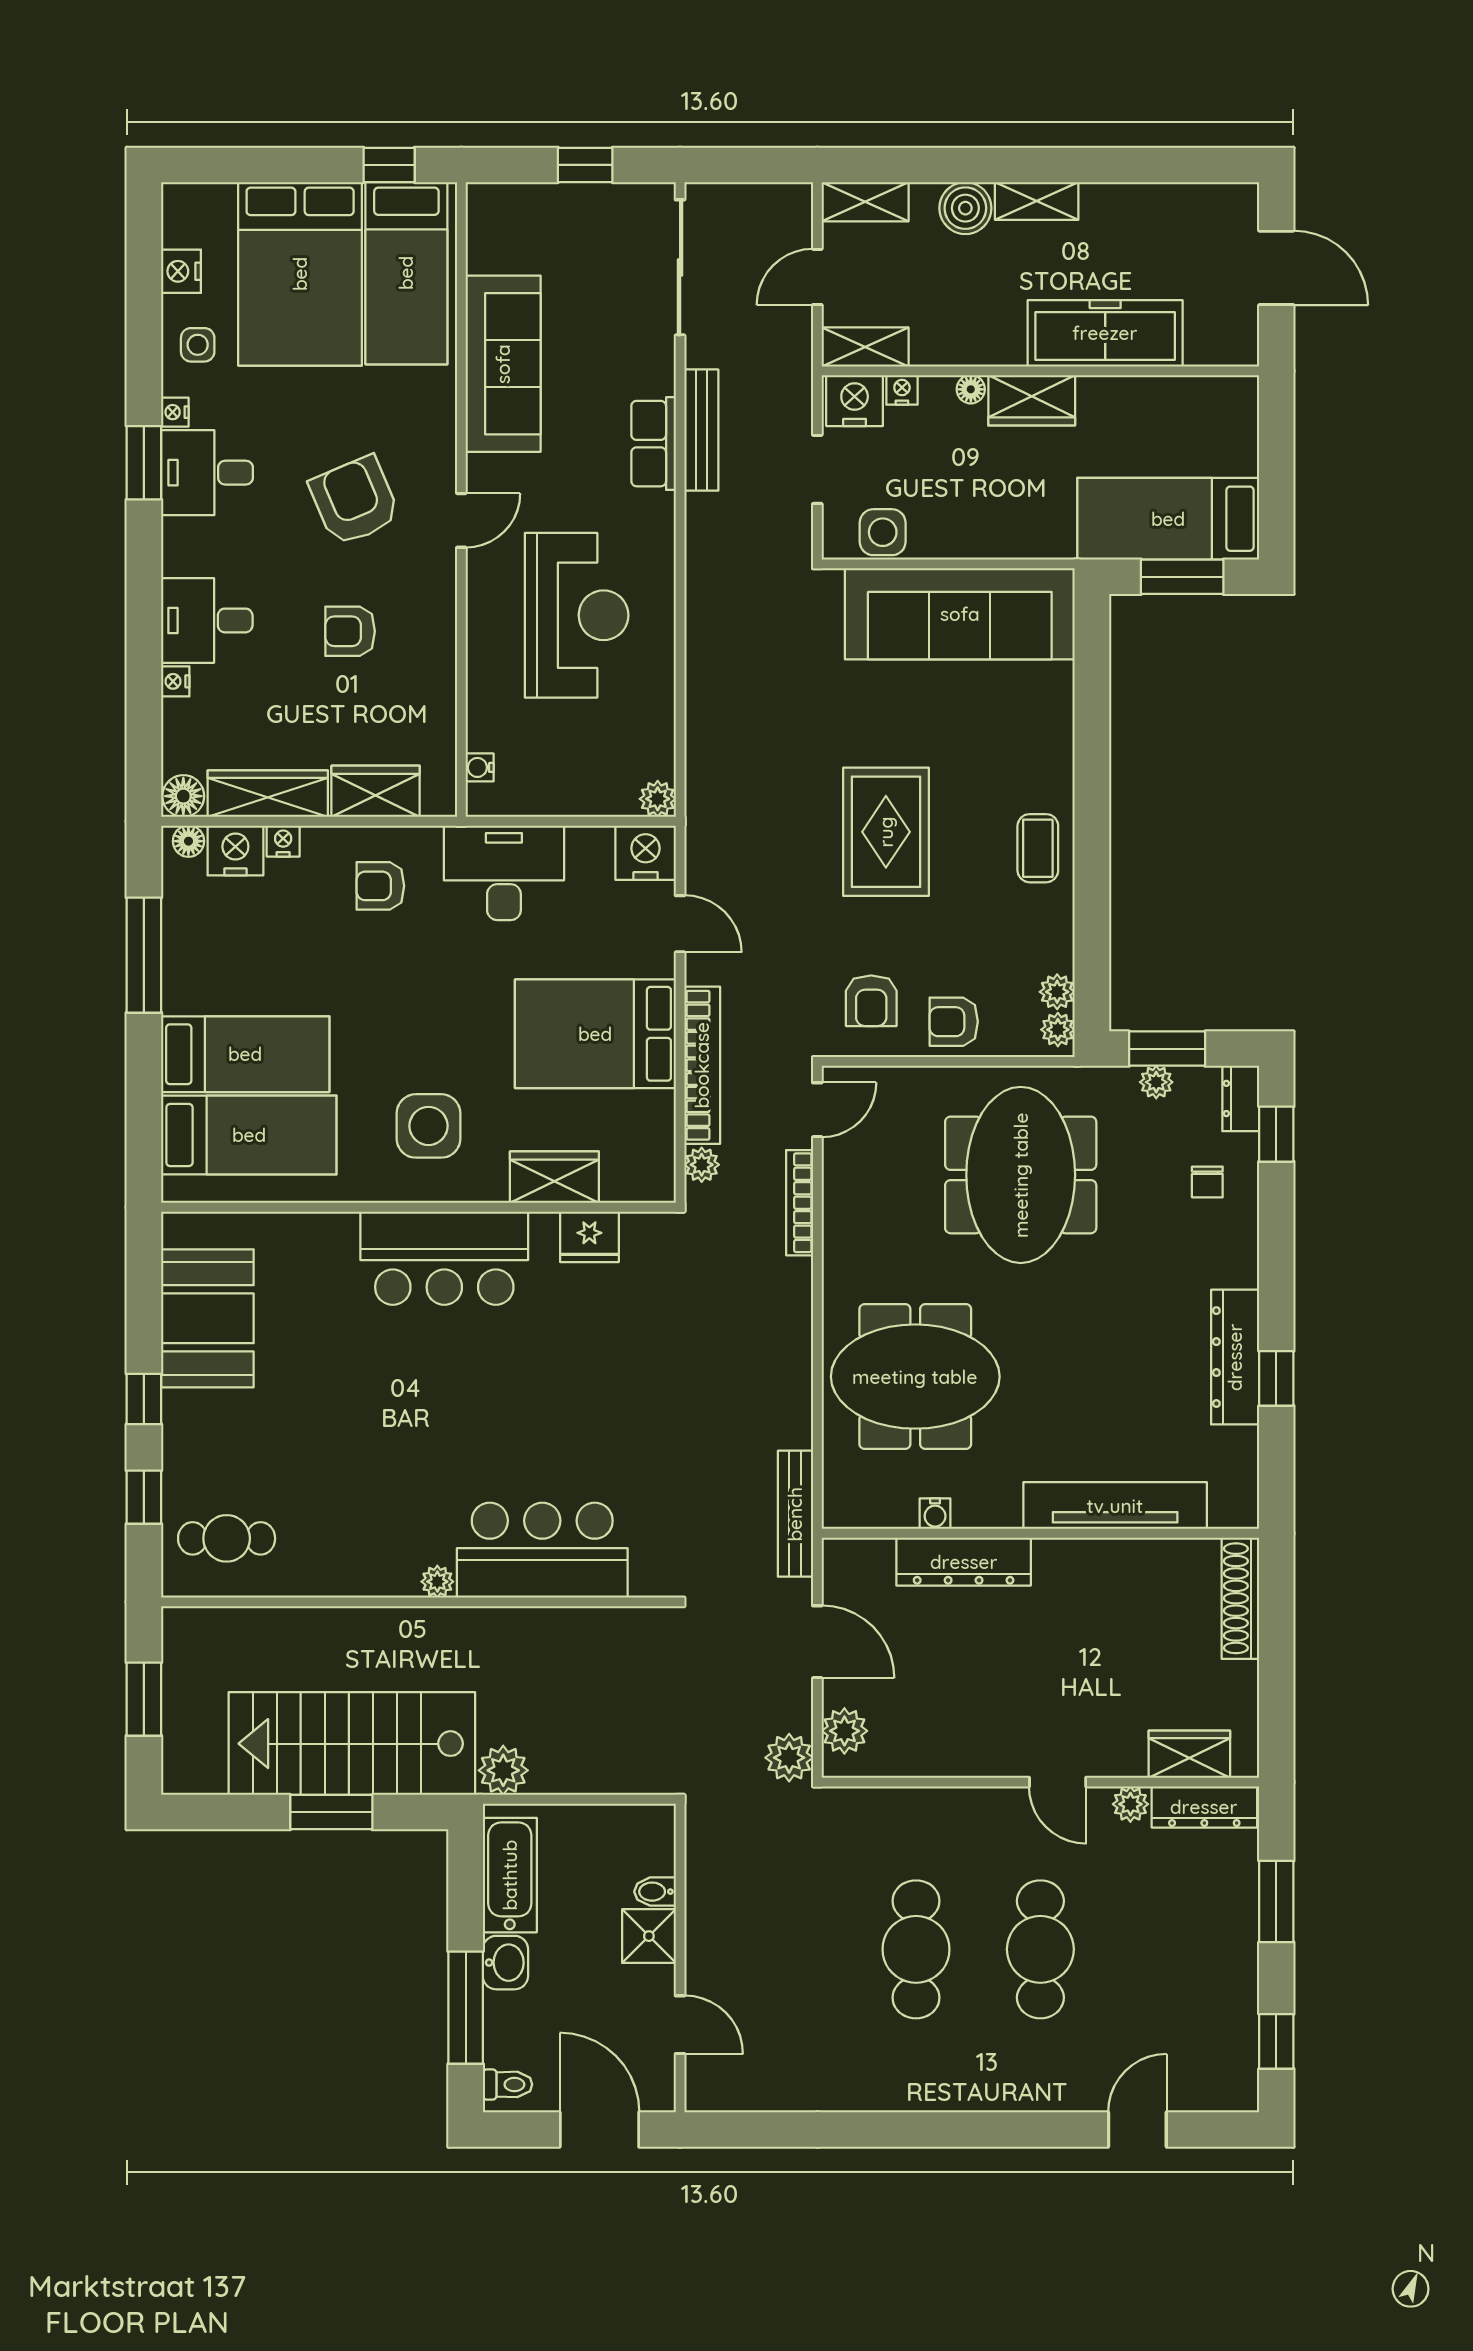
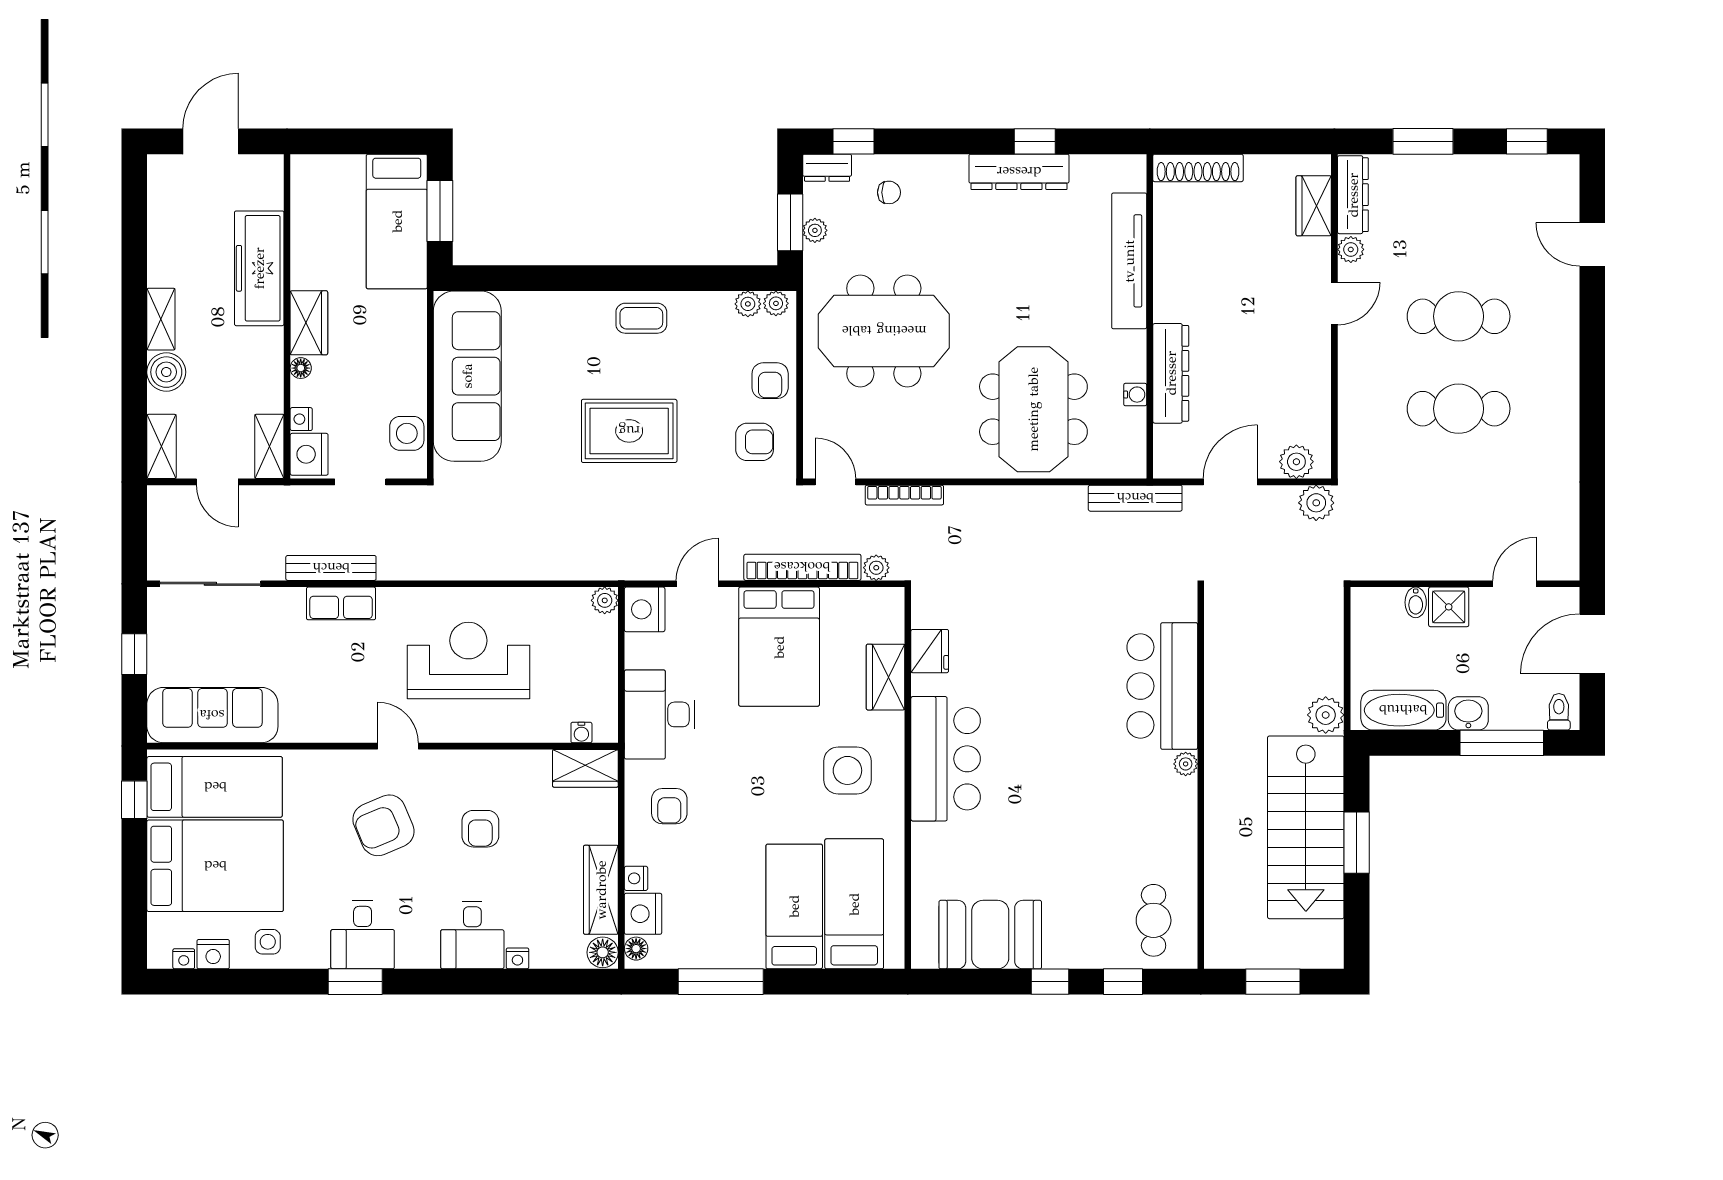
sofa: (503, 364) -> (212, 715), moved
nightstand: (175, 412) -> (184, 959), moved
wardrobe: (376, 791) -> (585, 768), moved, turned -90

